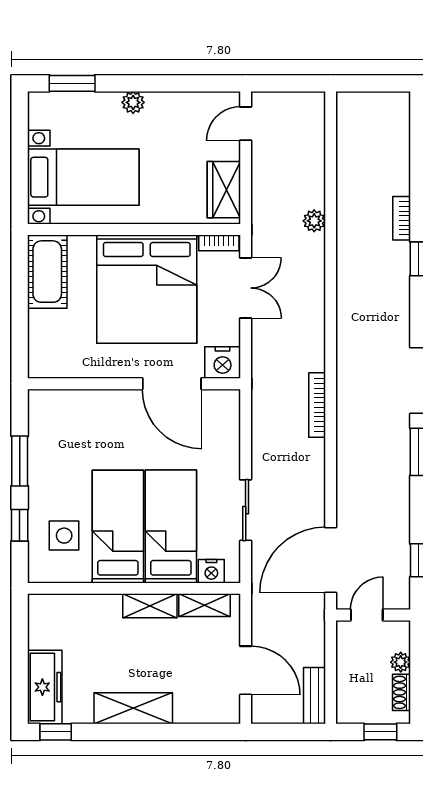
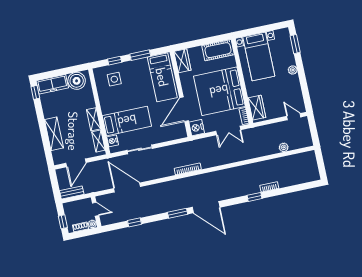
wardrobe: (224, 190) -> (257, 108), moved, turned 90
plant: (314, 221) -> (284, 147), moved
wardrobe: (55, 363) -> (182, 61), added
bed: (118, 527) -> (162, 77), moved, turned 90
door: (367, 615) -> (96, 209), moved
wall: (373, 615) -> (96, 212), moved
boiler: (49, 627) -> (77, 81), added
shelving: (133, 708) -> (54, 134), moved

